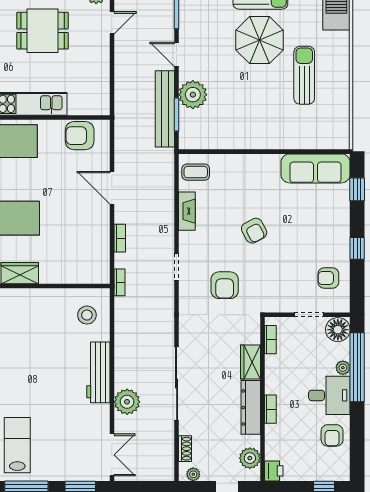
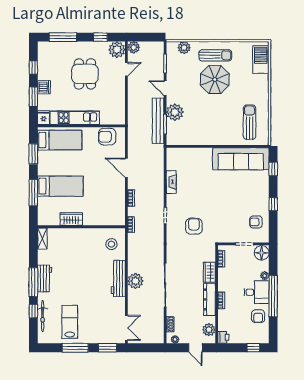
dining table: (43, 31) -> (85, 74), turned 90
sun lounger: (304, 75) -> (250, 122), moved
sofa: (316, 168) -> (241, 159), width x1.36, depth x1.27
coffee table: (196, 172) -> (177, 159), removed
armchair: (254, 231) -> (212, 194), removed
armchair: (225, 285) -> (194, 226), turned 180
window: (357, 367) -> (273, 296), moved
plant: (127, 402) -> (135, 281), moved

